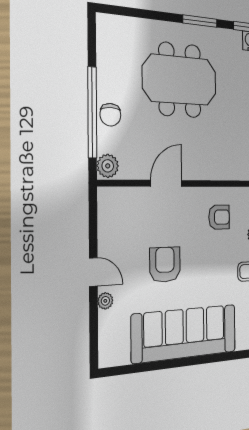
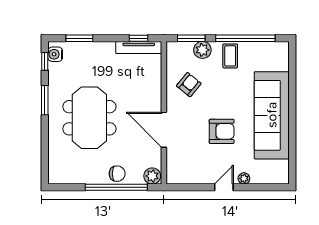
door: (166, 183) -> (164, 130), width x1.36
armchair: (219, 217) -> (189, 85), turned 39
armchair: (165, 265) -> (222, 131), turned 180

